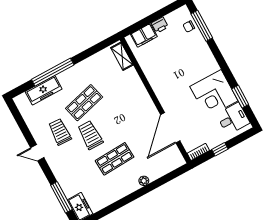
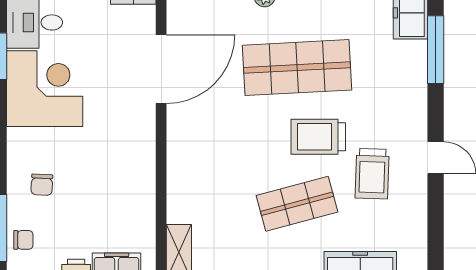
chair: (194, 53) -> (42, 185), added
trolley: (90, 135) -> (318, 137), turned 90
shop shelf: (115, 159) -> (297, 68), width x1.43, depth x1.36

